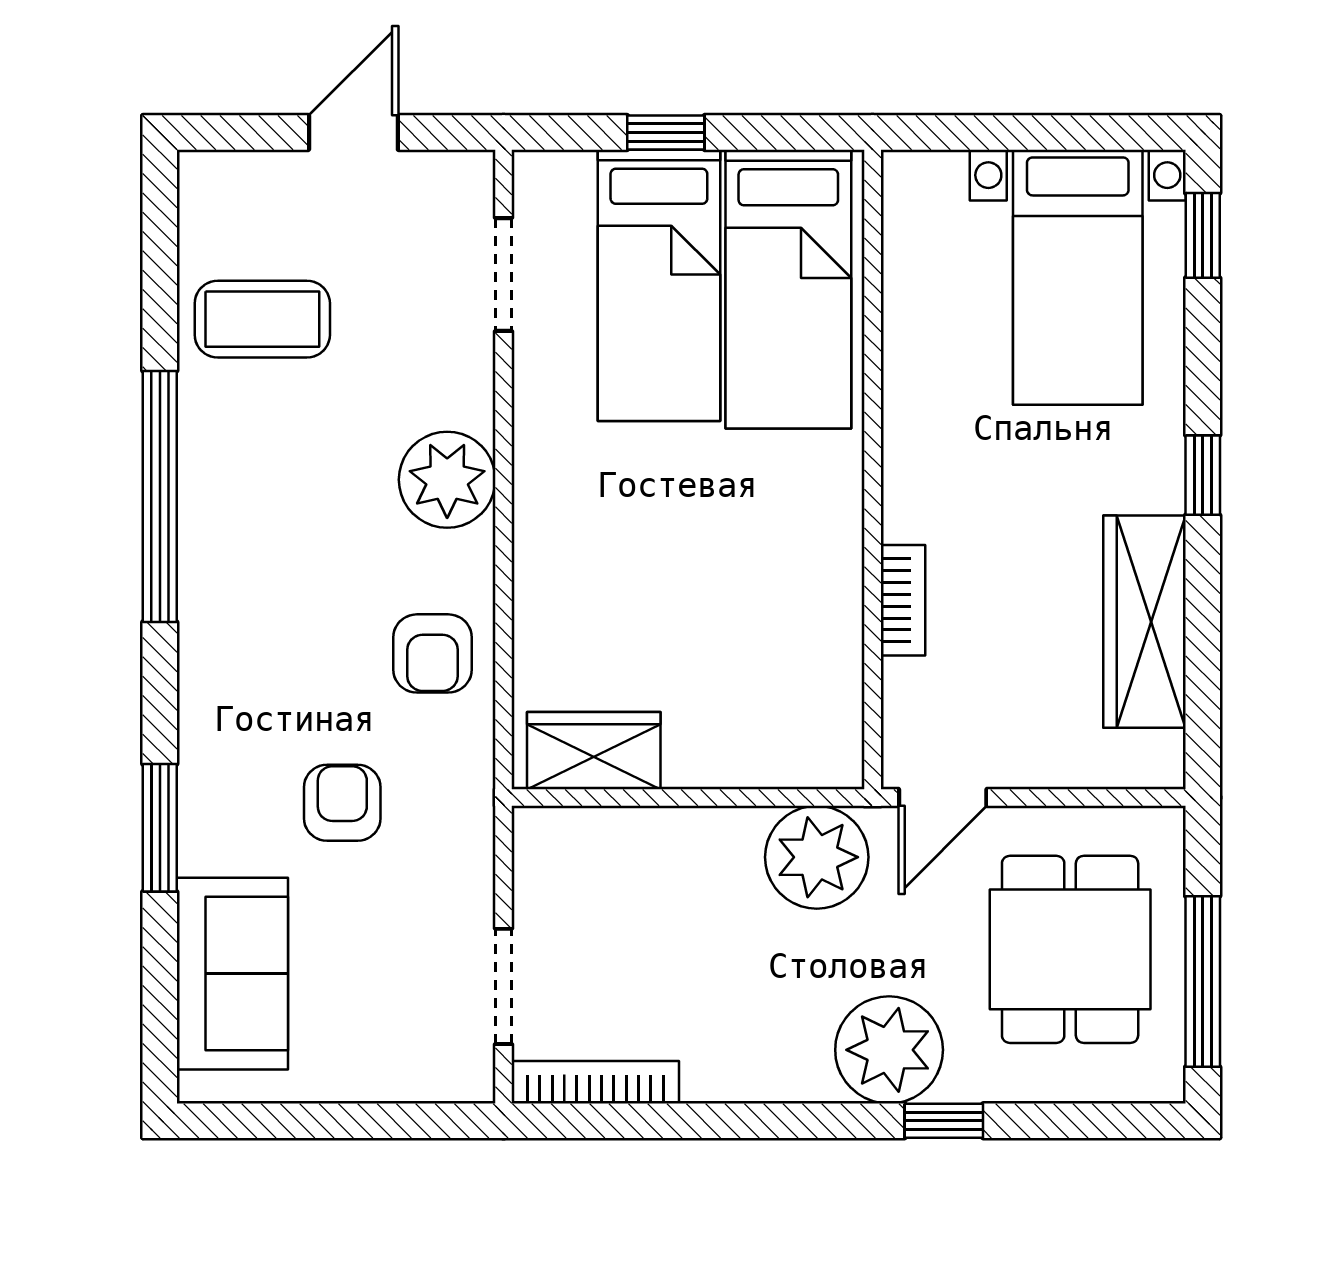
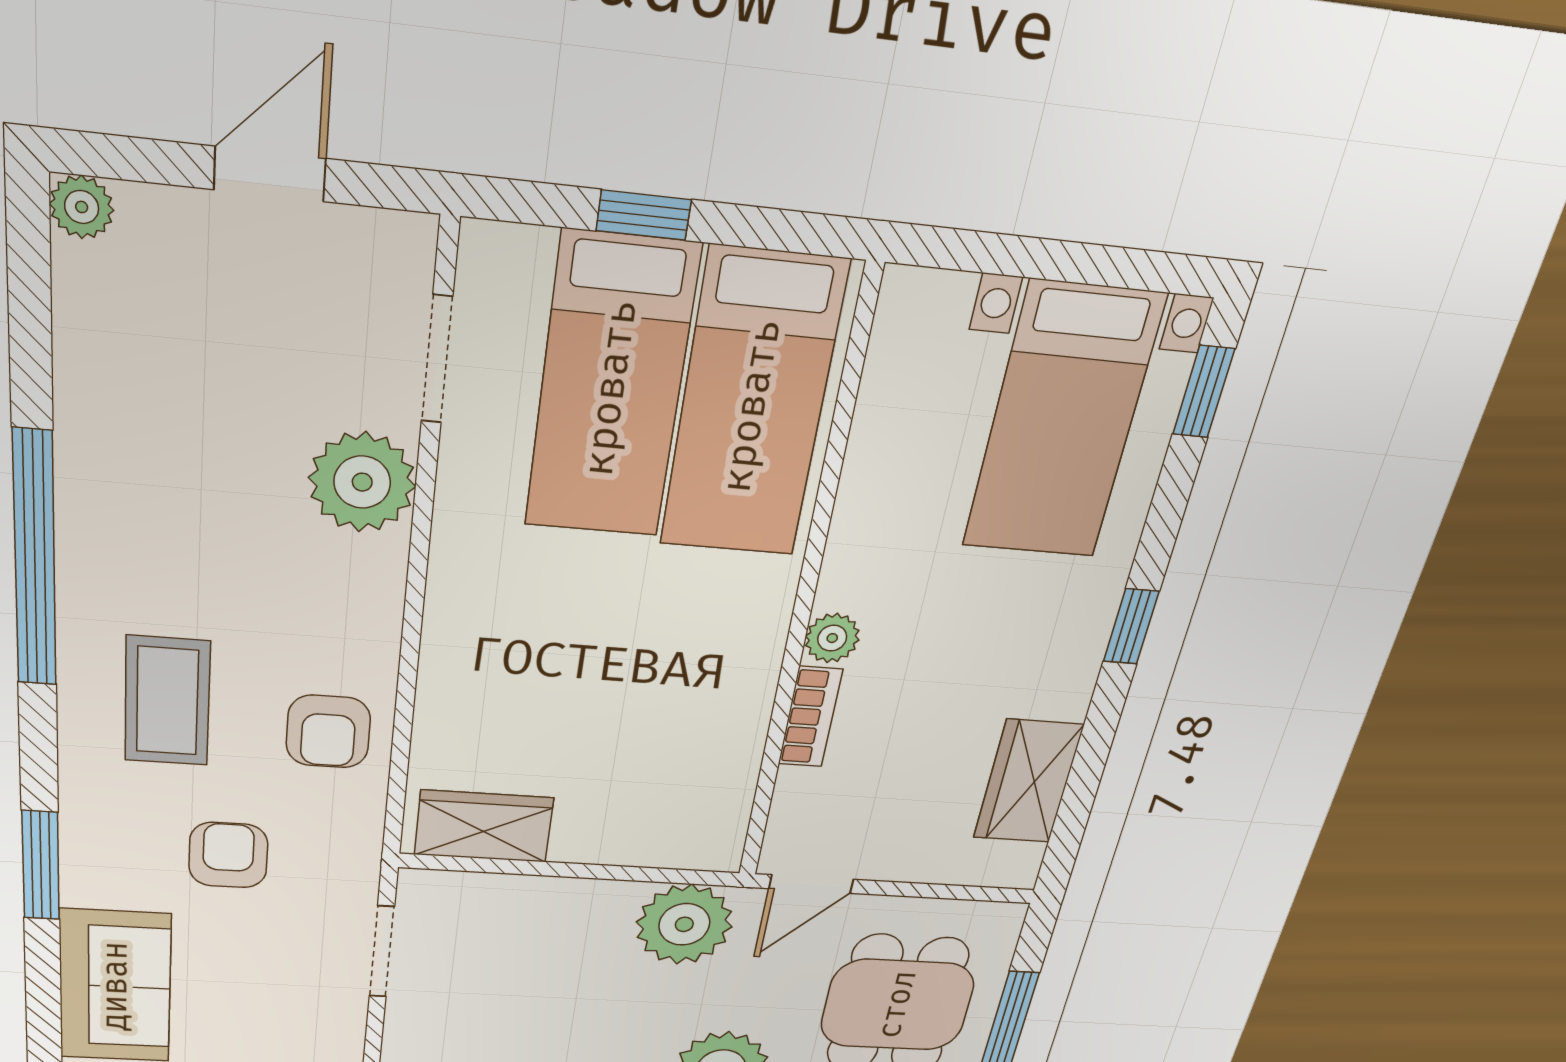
plant: (203, 175) -> (82, 207), added
coffee table: (262, 319) -> (167, 701), moved, turned 90
plant: (447, 480) -> (362, 482), moved
plant: (908, 512) -> (832, 638), added
wardrobe: (1145, 622) -> (1028, 781), width x0.67
doorway: (504, 986) -> (382, 952), moved

